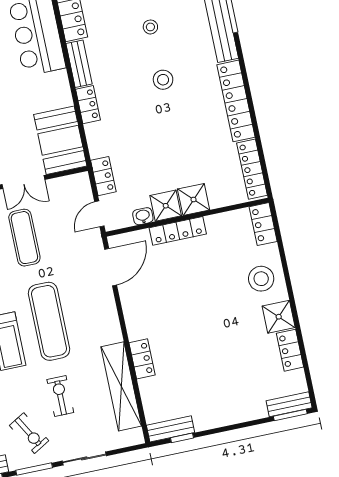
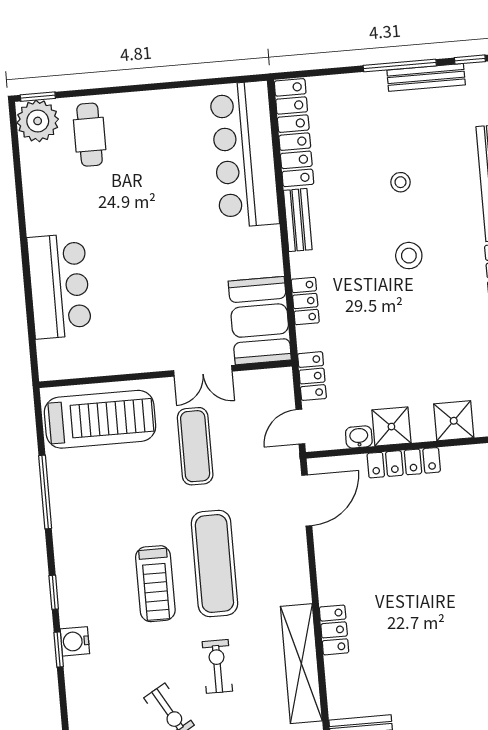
locker: (88, 105) -> (305, 301), moved
shower: (194, 200) -> (454, 421), moved

